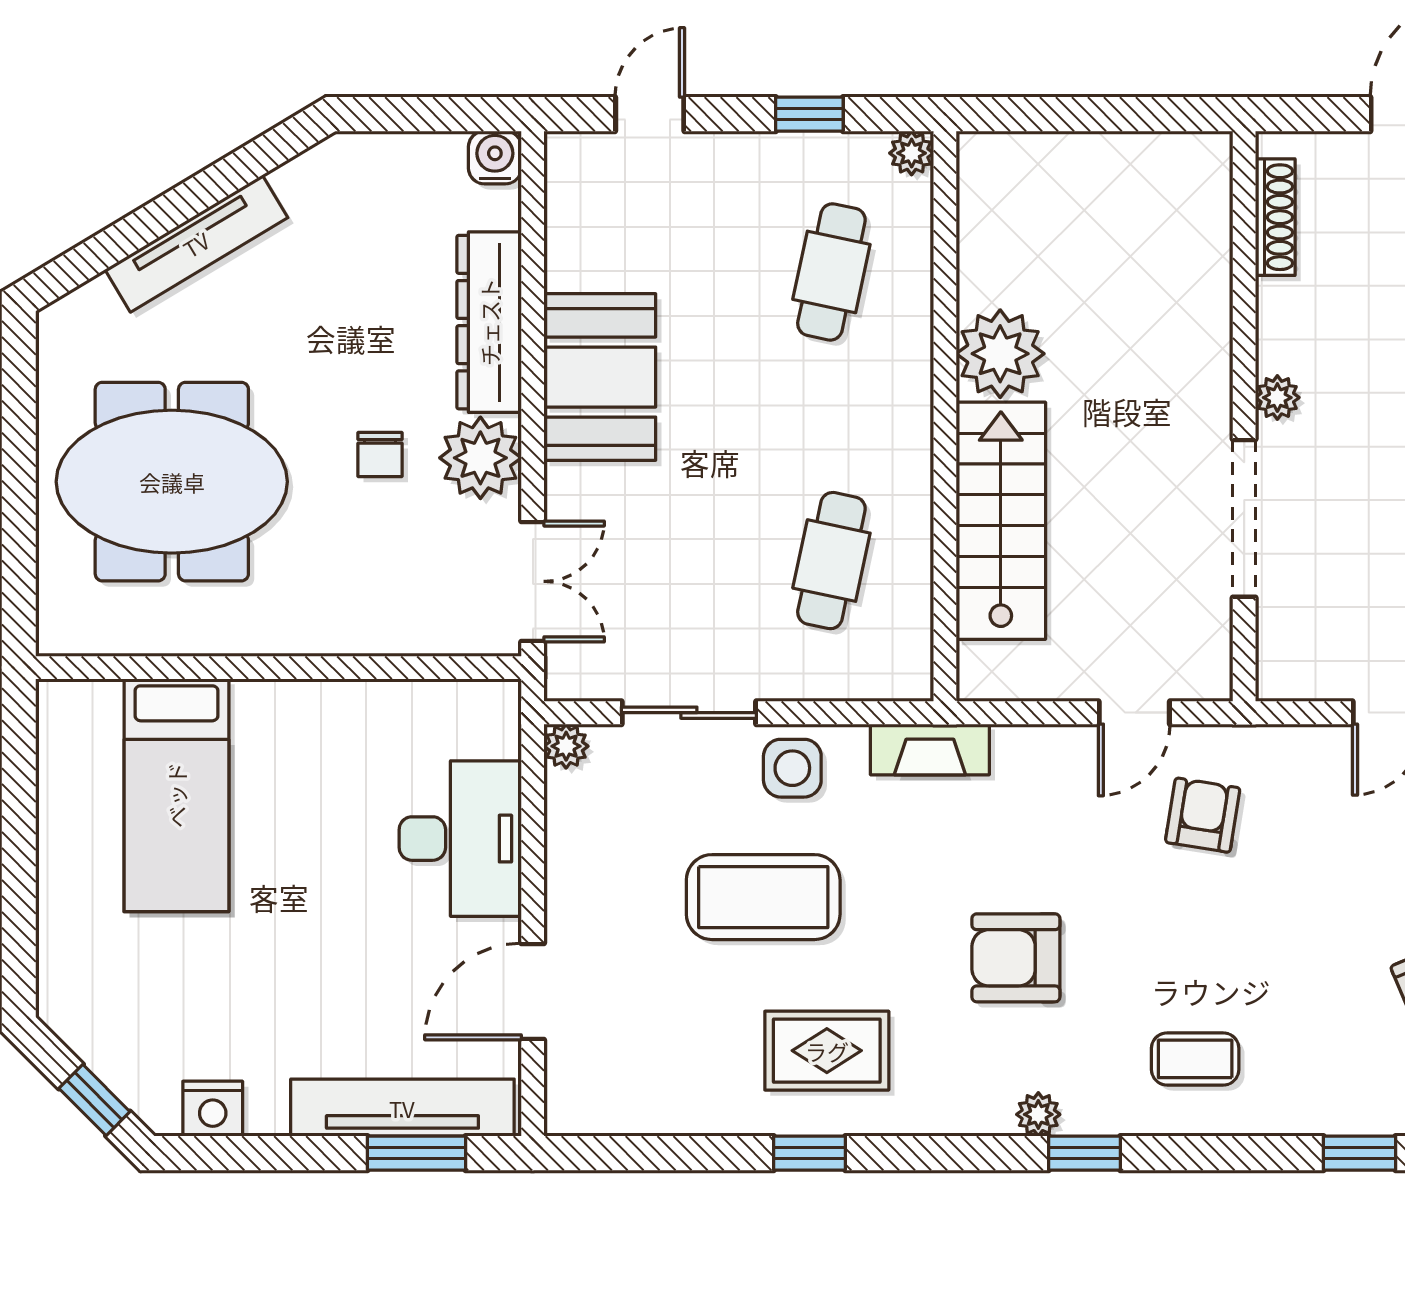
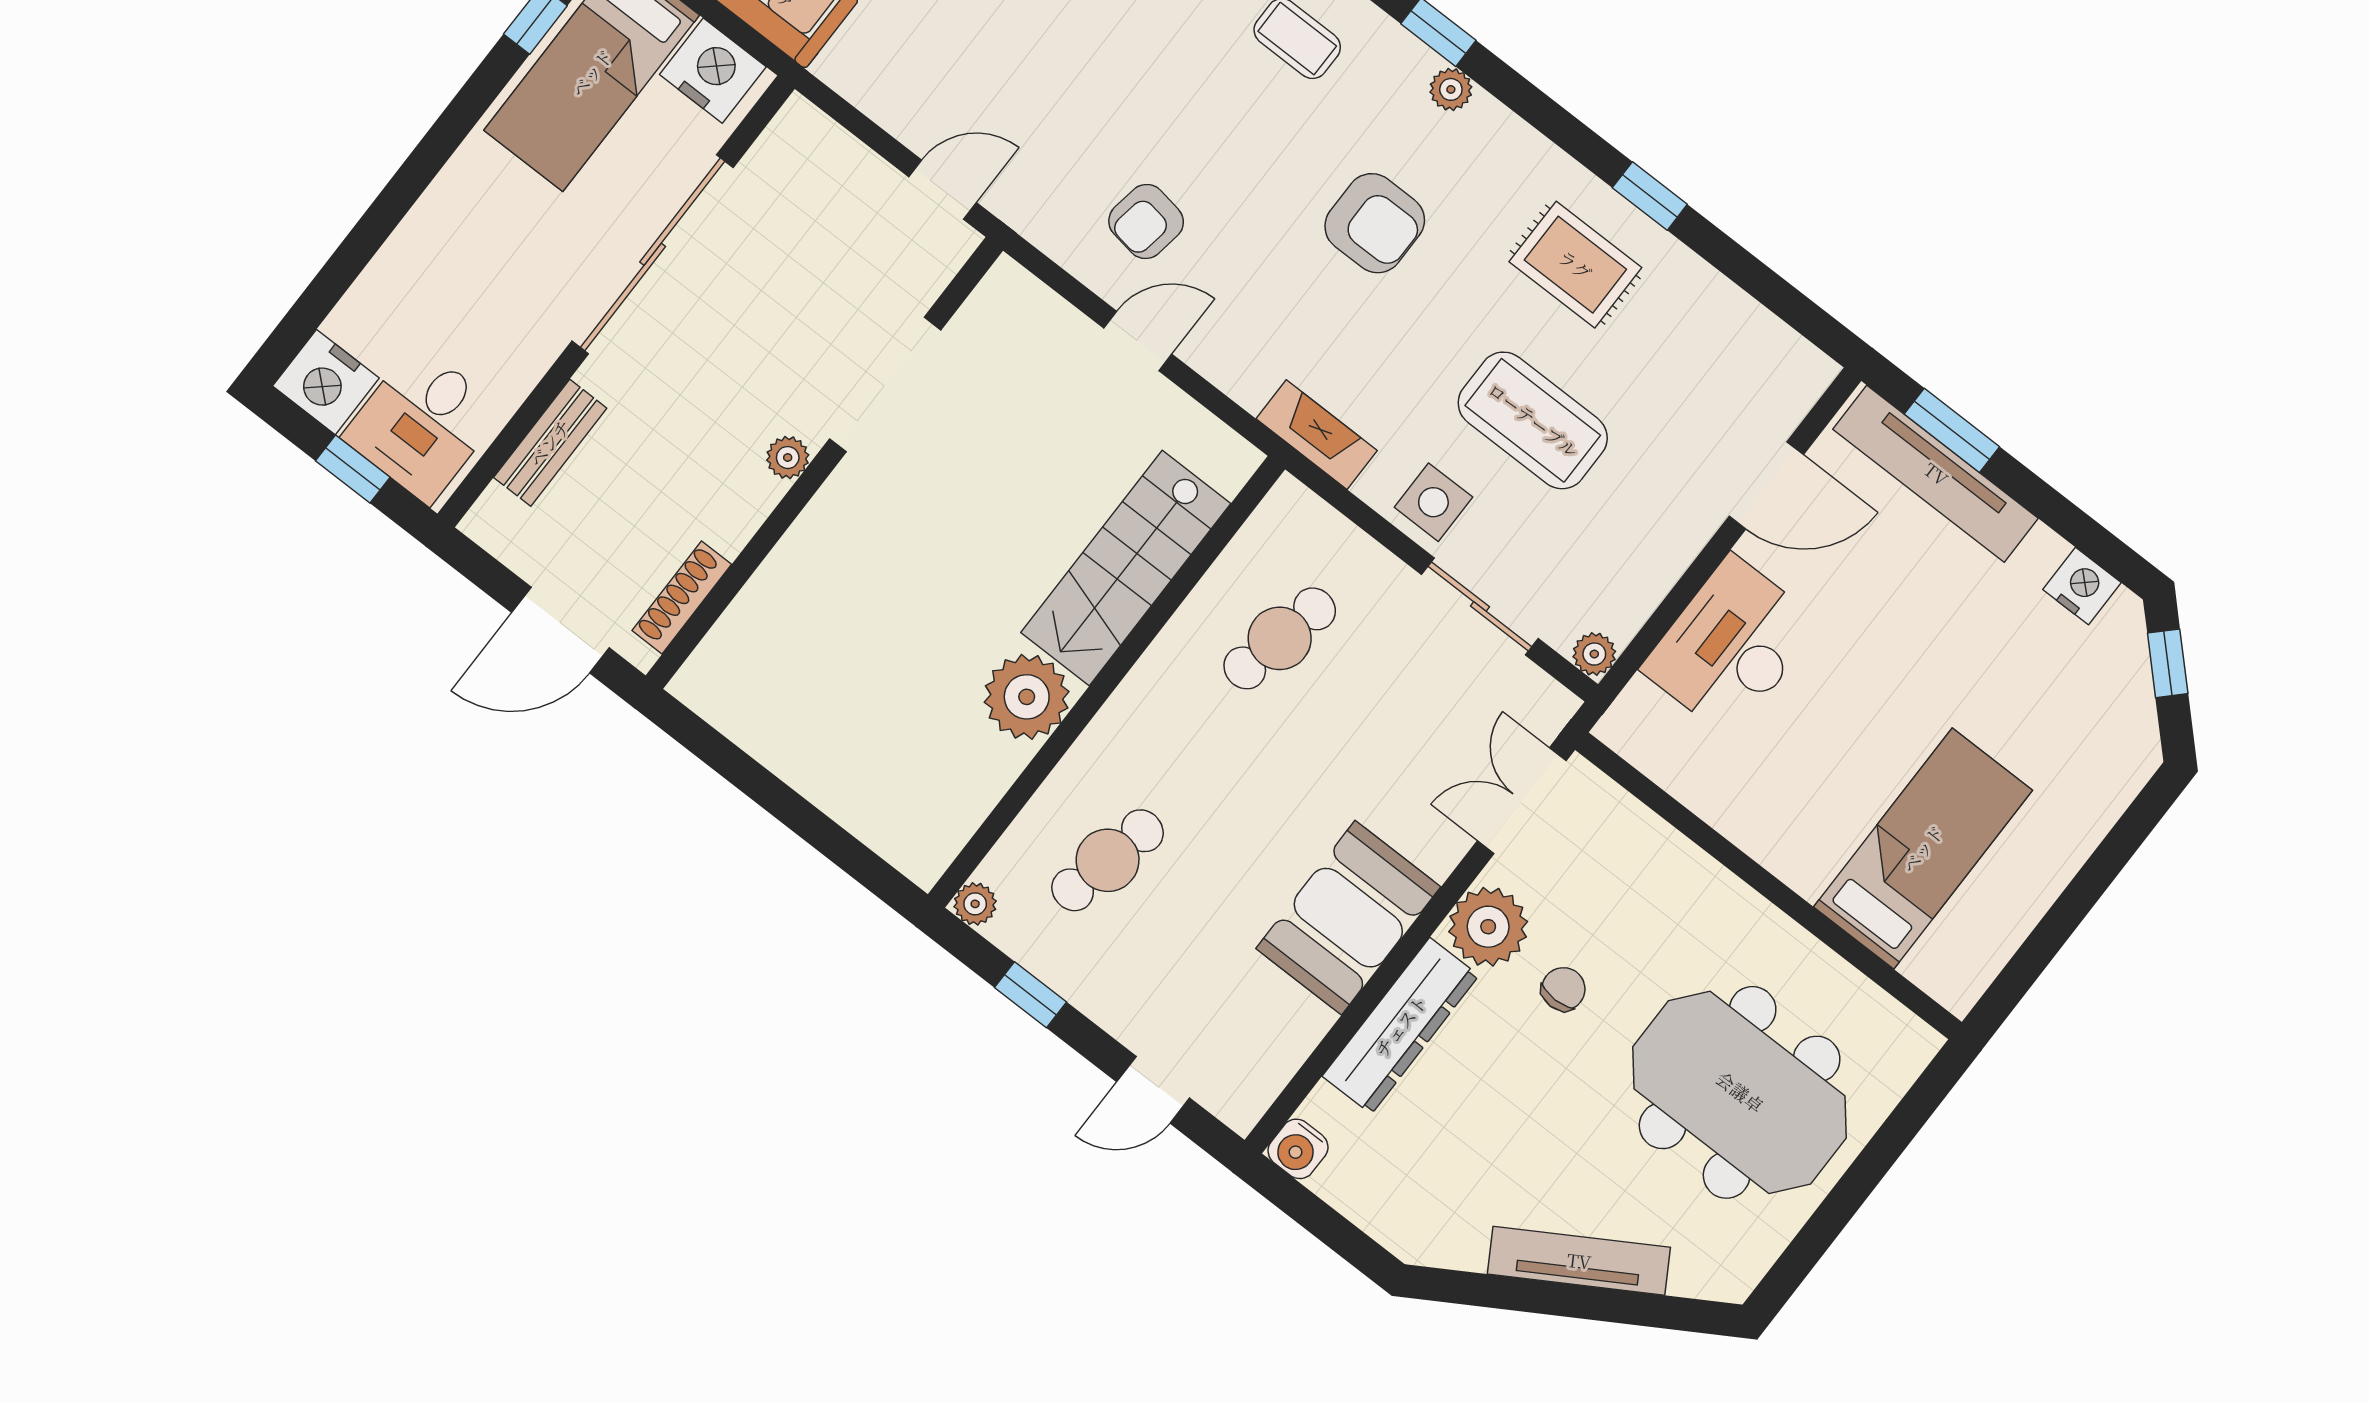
shoe rack: (1275, 217) -> (682, 597), moved
plant: (1277, 398) -> (788, 458), moved
wall: (1244, 416) -> (824, 463), moved
doorway: (1244, 518) -> (885, 384), moved

